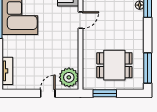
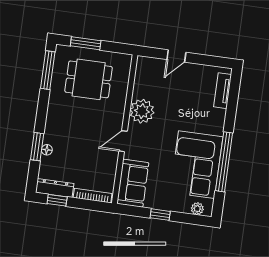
plant: (69, 77) -> (142, 111), moved
window: (105, 93) -> (86, 43), moved

